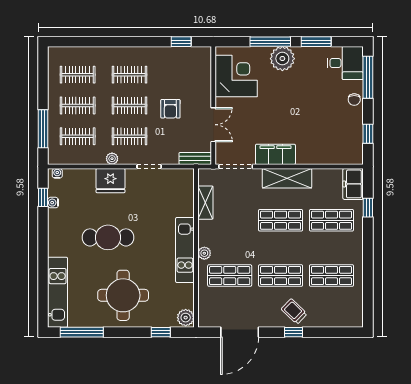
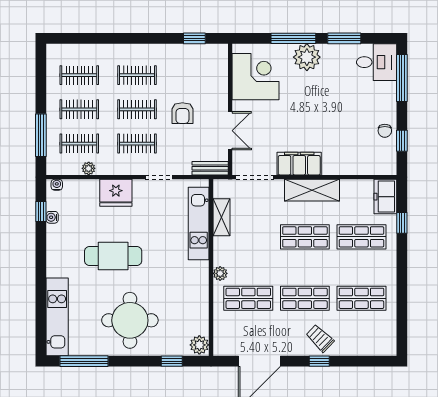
chair: (354, 100) -> (385, 131), moved
plant: (112, 159) -> (89, 168), moved
kitchen unit: (185, 250) -> (199, 223), moved

